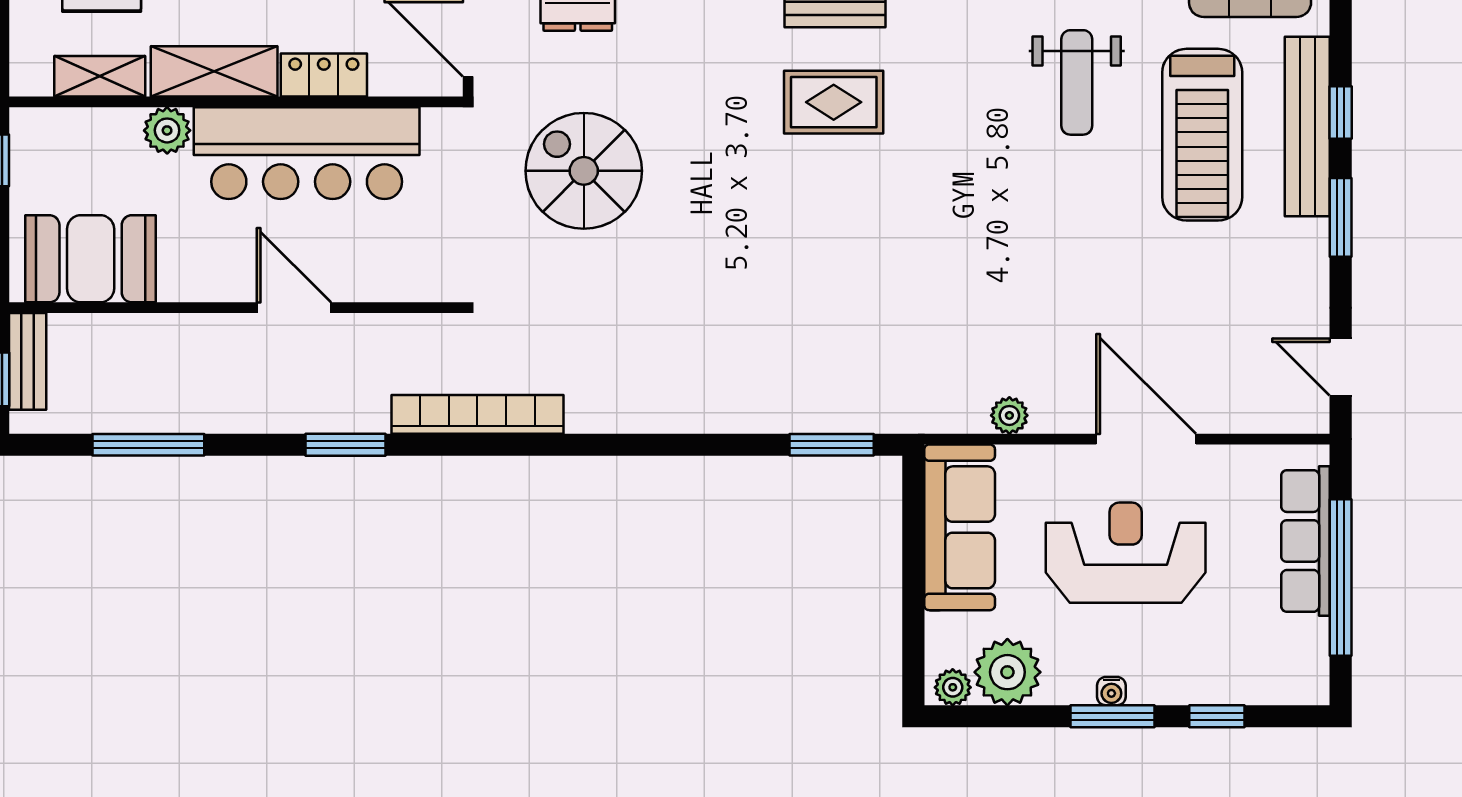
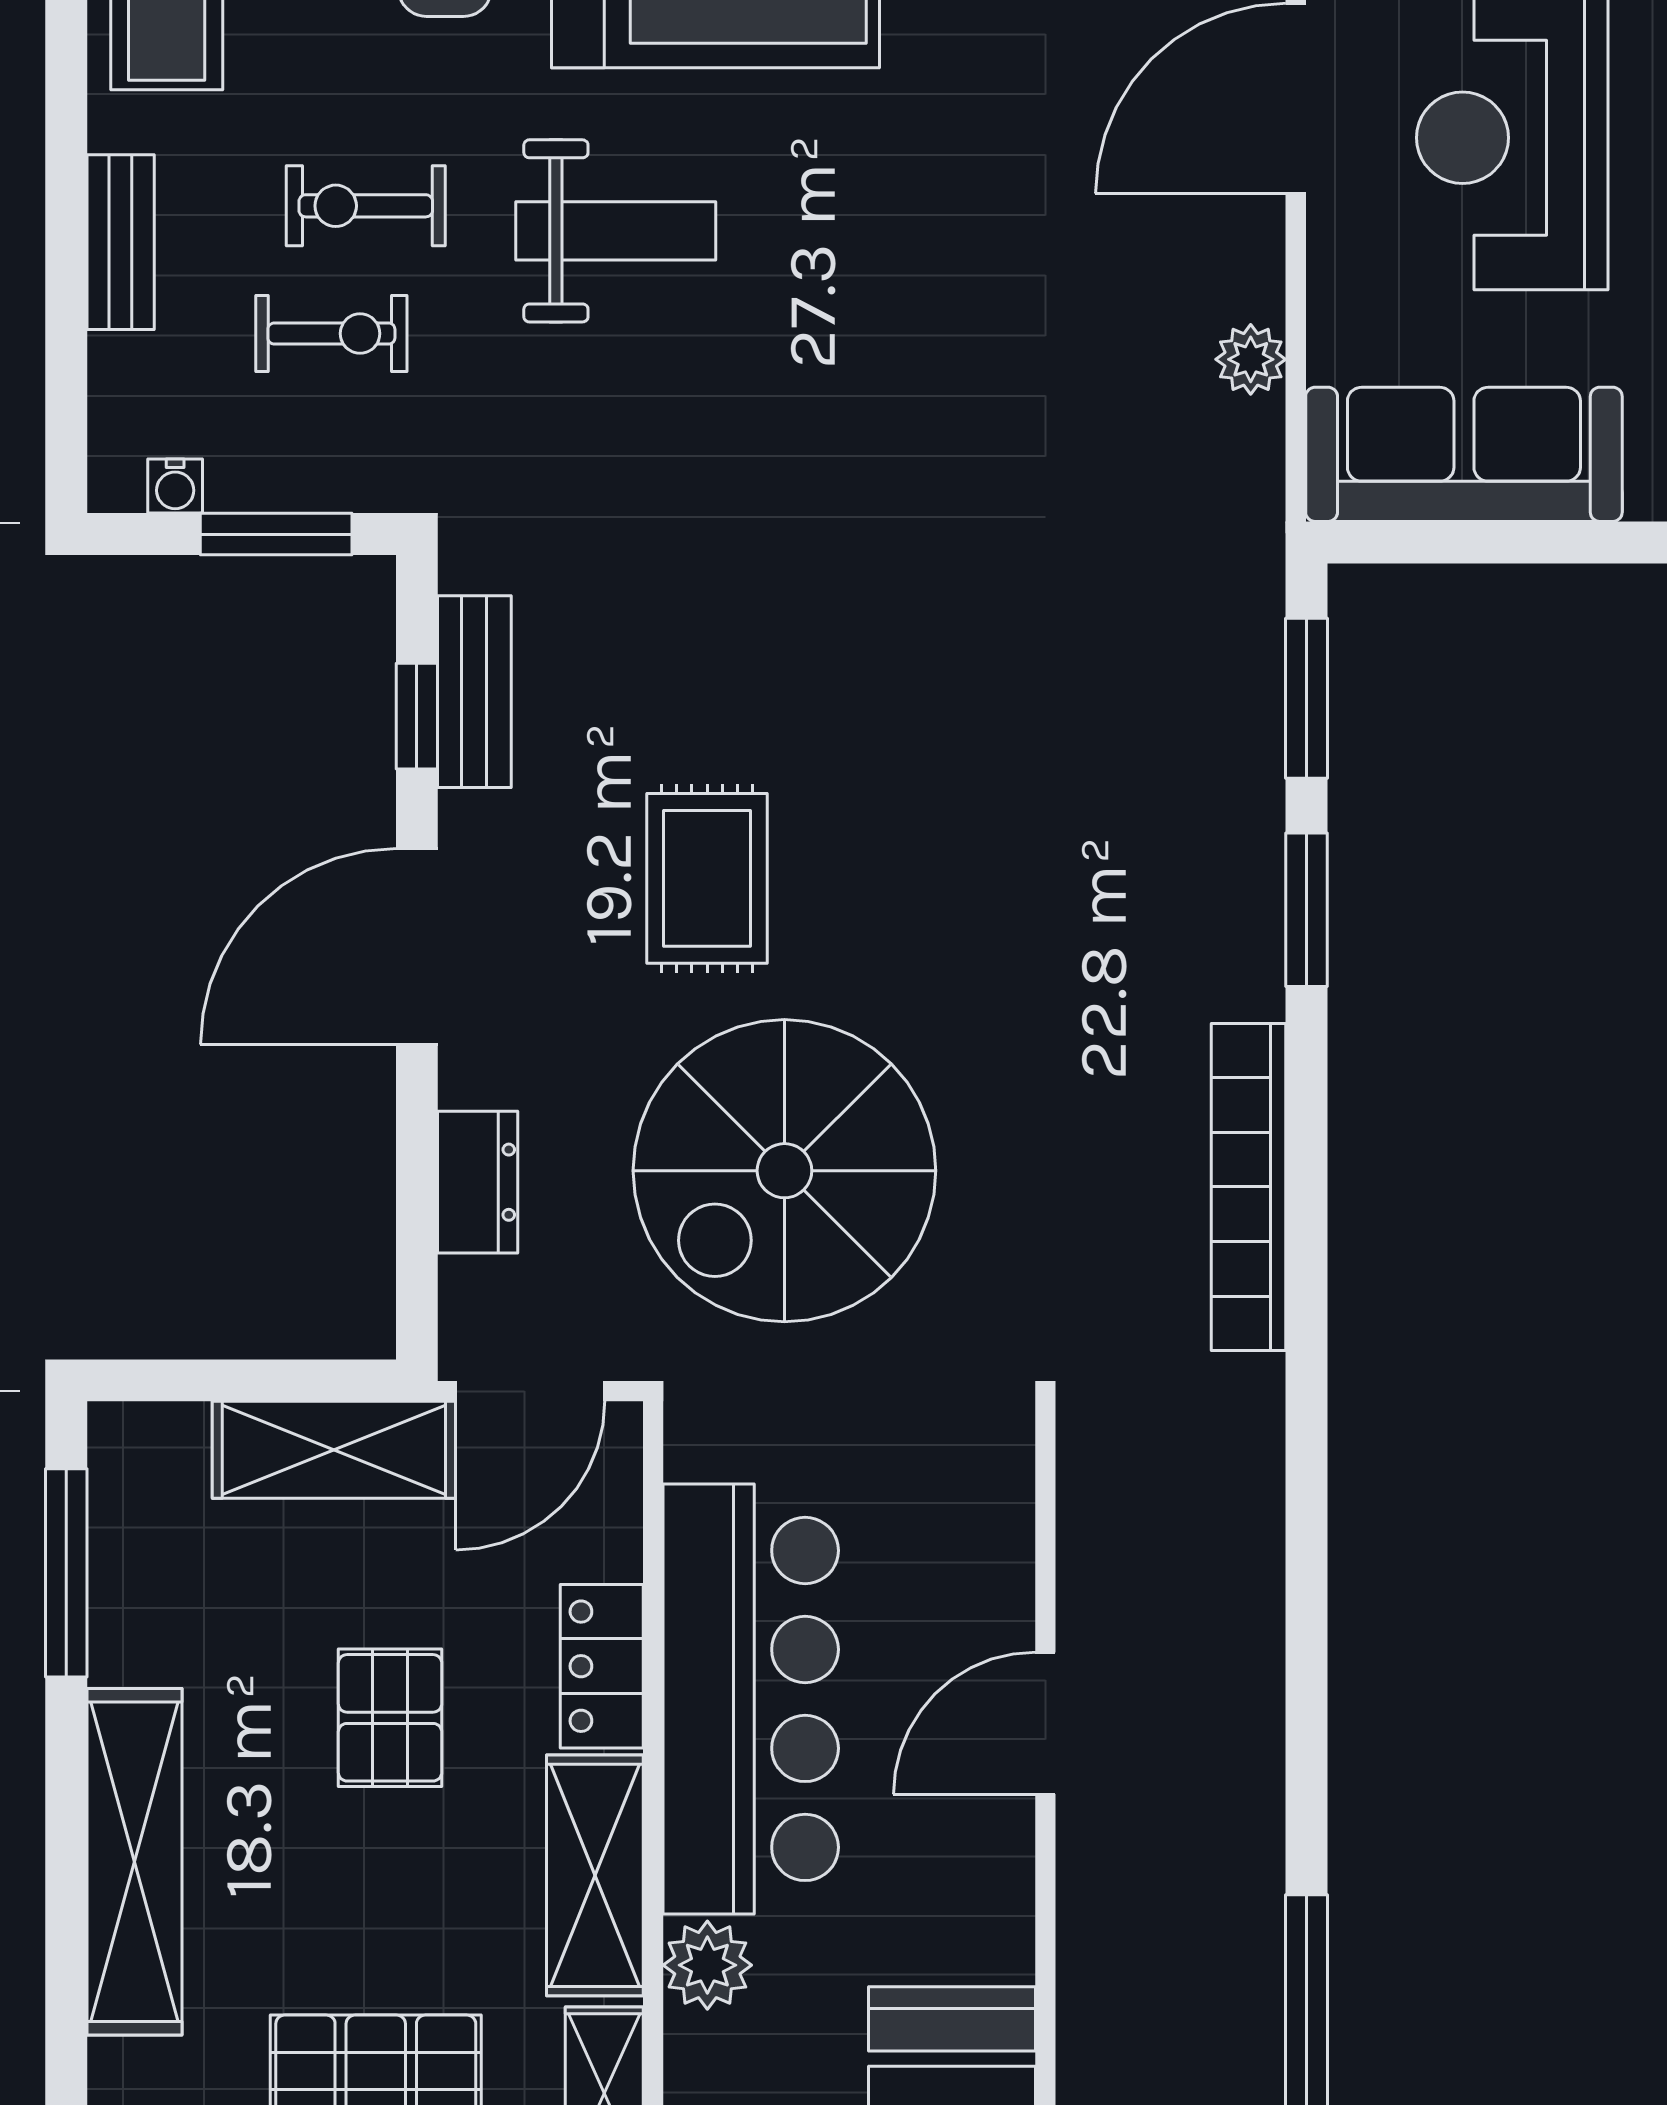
rug: (834, 102) -> (707, 878), moved
spiral stairs: (584, 171) -> (784, 1171), width x1.37, depth x1.37
bookcase: (477, 414) -> (1249, 1187), moved
window: (346, 445) -> (1307, 910), moved

